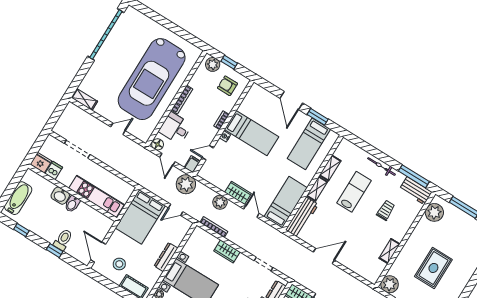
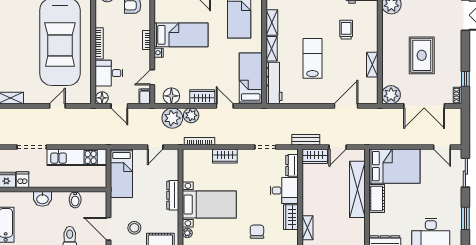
floor lamp: (214, 177) -> (171, 96), added
plant: (186, 184) -> (172, 118), moved
lab bench: (354, 192) -> (312, 58), moved
kitchen unit: (96, 196) -> (77, 157), moved, turned 180
bidet: (72, 204) -> (75, 200), moved
bed: (140, 217) -> (121, 173), width x0.67
door: (324, 256) -> (346, 106), moved
bench: (299, 278) -> (306, 140), added

